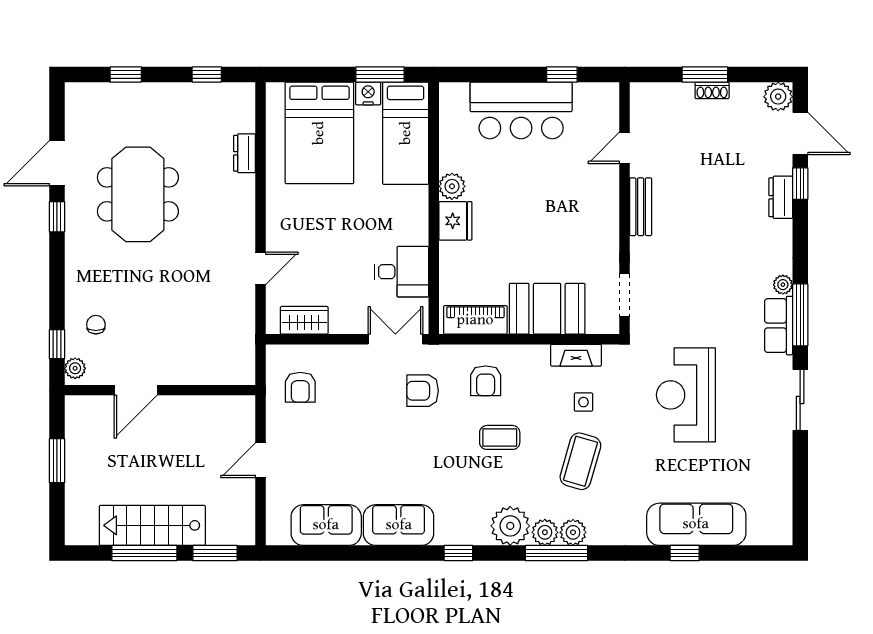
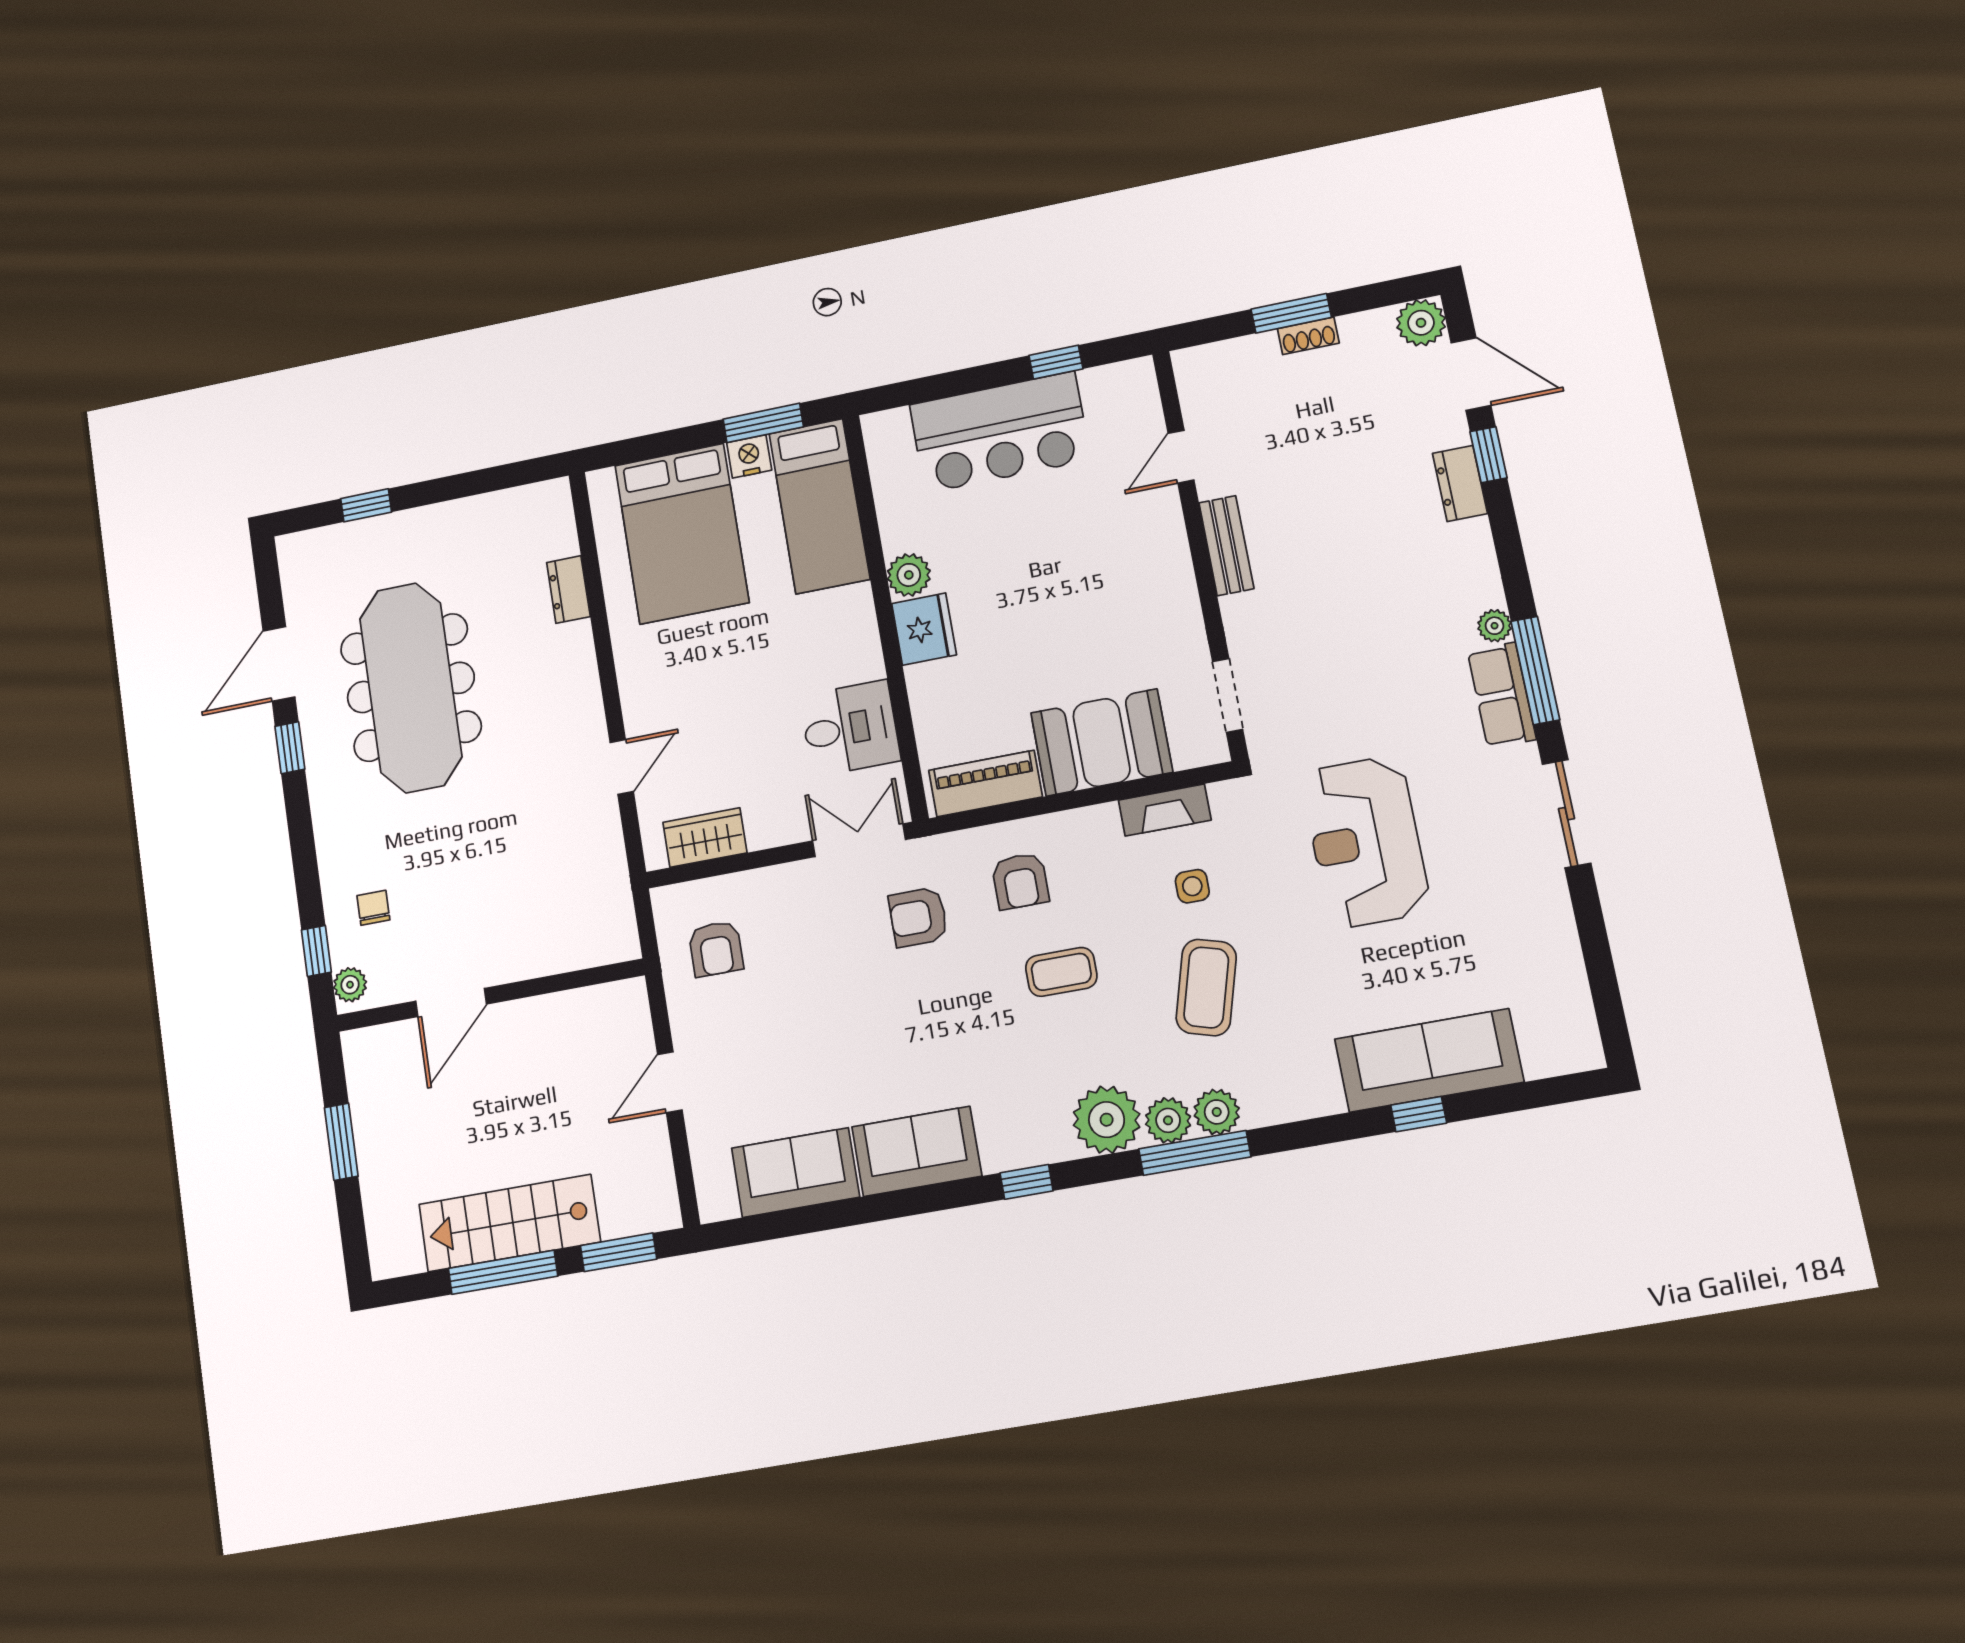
window: (207, 75) -> (491, 479), removed
meeting table: (138, 194) -> (411, 687), width x1.36

